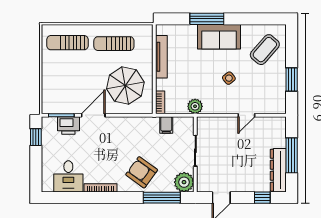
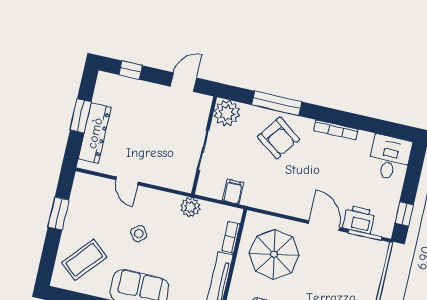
bookcase: (160, 102) -> (231, 237), moved
door: (93, 115) -> (324, 226), swing flipped
door: (246, 115) -> (127, 181), swing flipped
window: (292, 155) -> (81, 116), width x0.69
dresser: (278, 170) -> (95, 133), moved
desk: (68, 176) -> (390, 158), moved
window: (162, 198) -> (277, 103), moved

